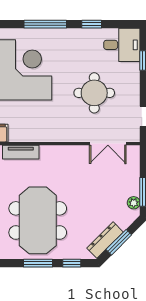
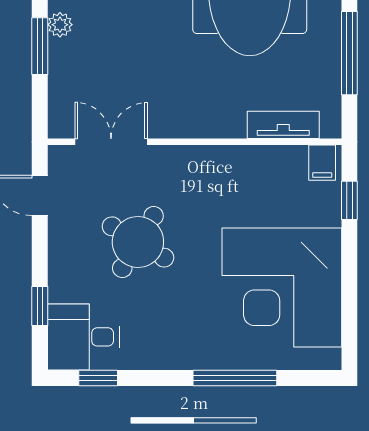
window: (92, 24) -> (98, 378), moved
round table: (94, 93) -> (138, 242), turned 31

